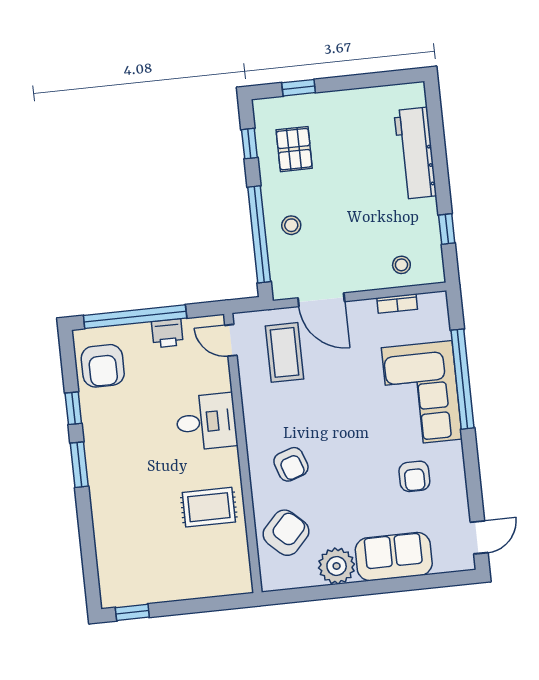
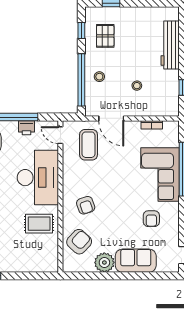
stool: (401, 265) -> (137, 86), moved
desk: (206, 422) -> (38, 178), width x1.87, depth x1.30

